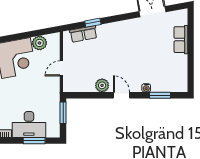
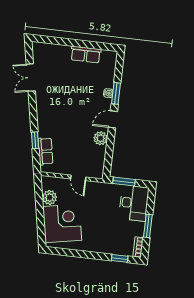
row of seats: (181, 40) -> (86, 55), moved
window: (160, 95) -> (116, 93), moved
desk: (29, 124) -> (134, 203), moved
window: (34, 141) -> (148, 226), moved

